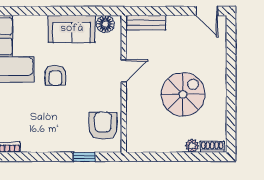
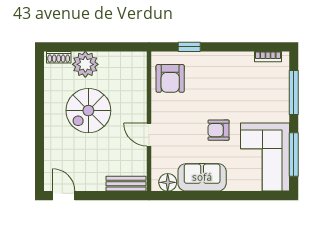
door: (124, 71) -> (149, 135), hinge flipped
armchair: (55, 75) -> (219, 130), turned -90
plant: (192, 146) -> (85, 64), width x1.88, depth x1.88

